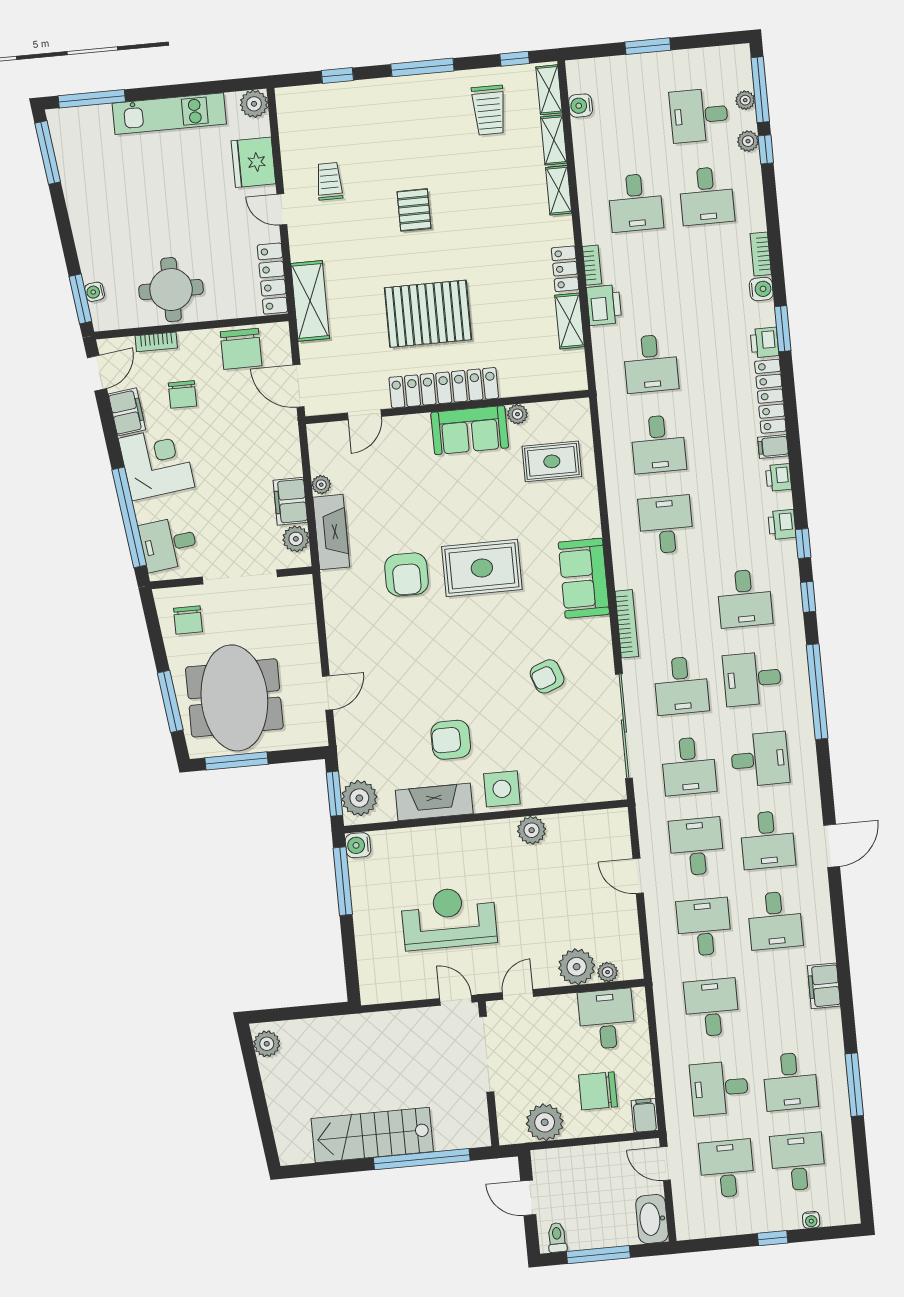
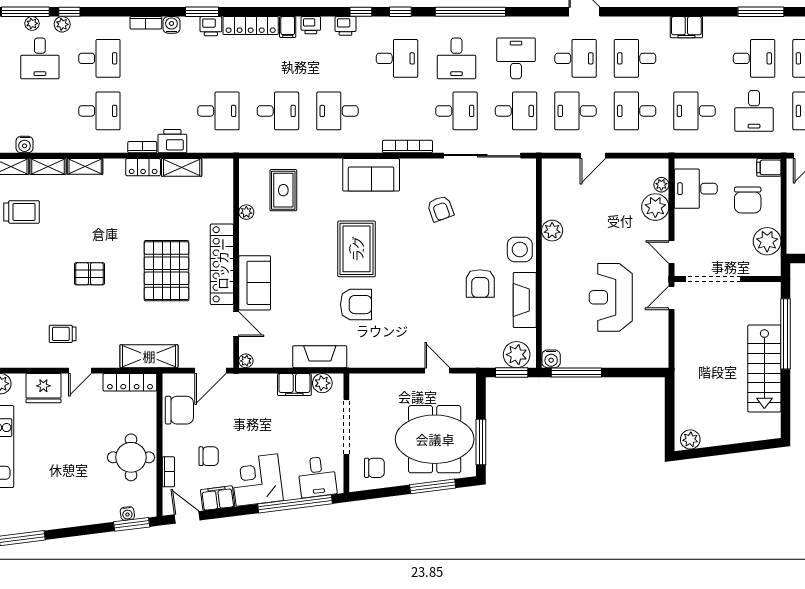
sofa: (470, 430) -> (255, 283), moved
plant: (321, 485) -> (246, 361), moved
desk: (775, 920) -> (635, 58), turned 180

